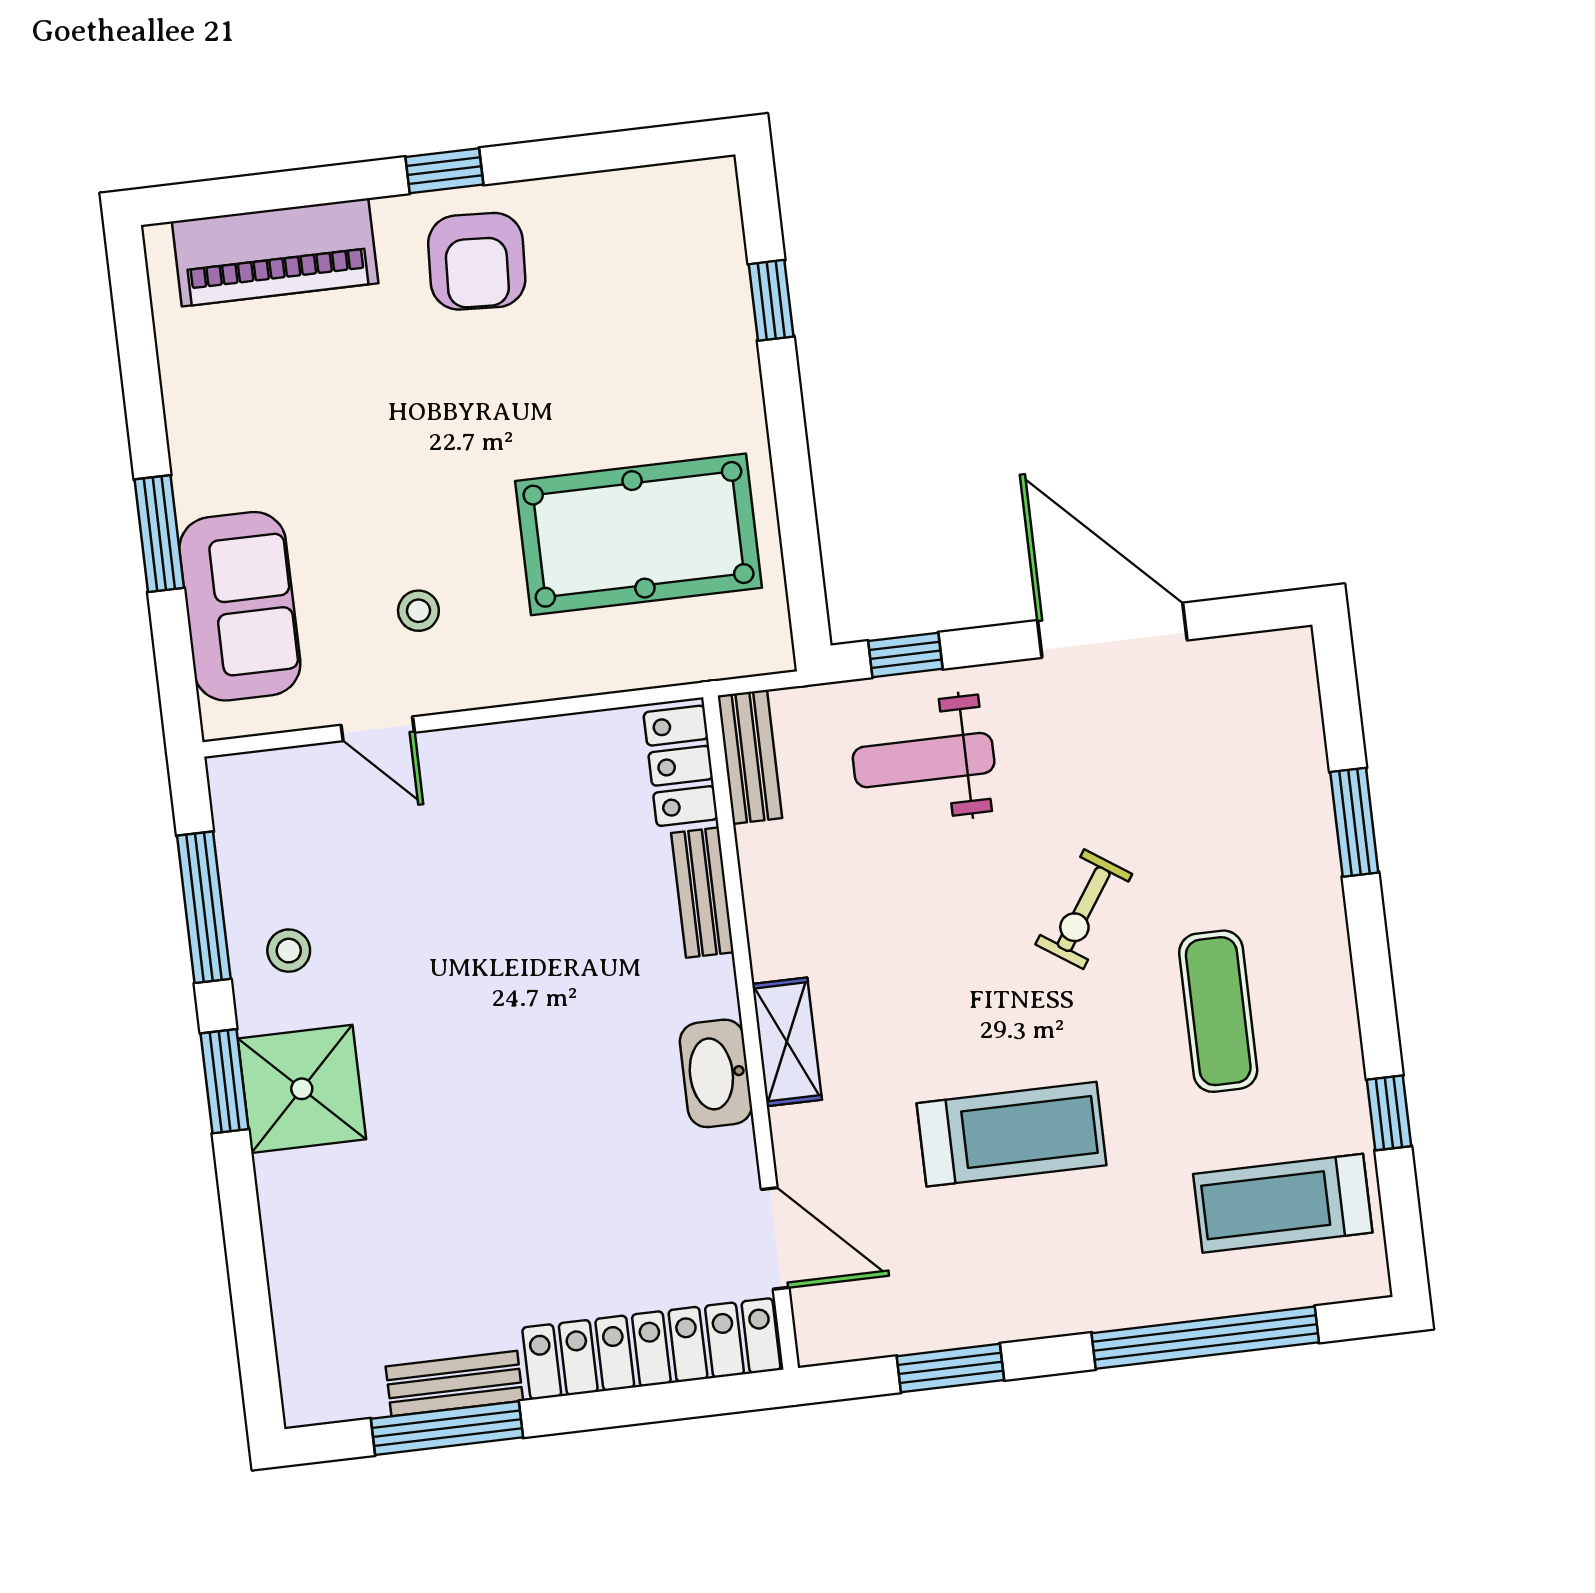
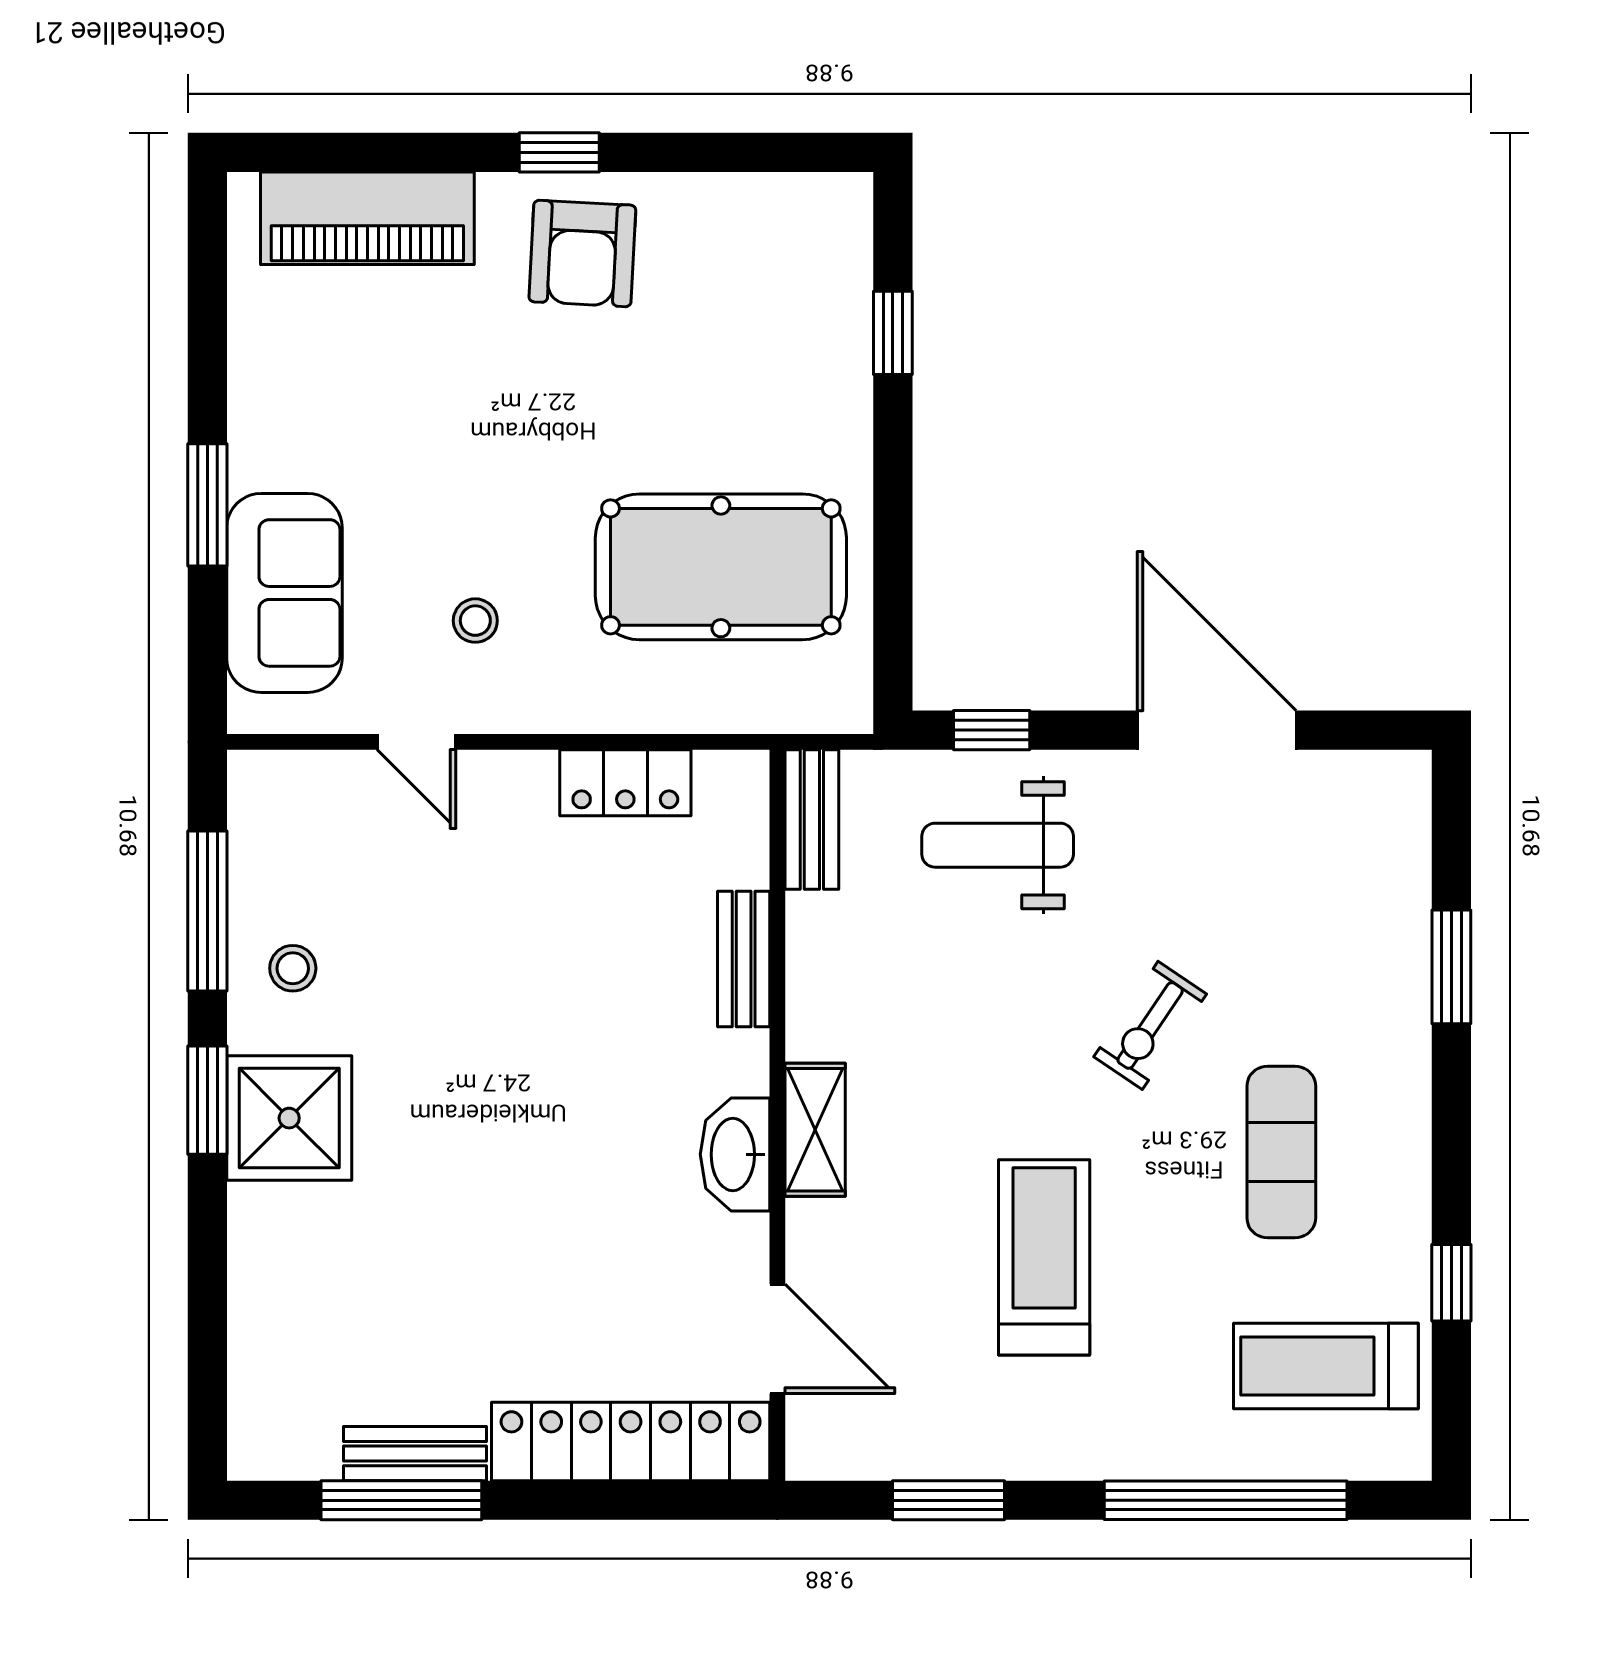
locker: (681, 766) -> (625, 783), moved, turned -90
treadmill: (1012, 1134) -> (1044, 1257), turned -90

